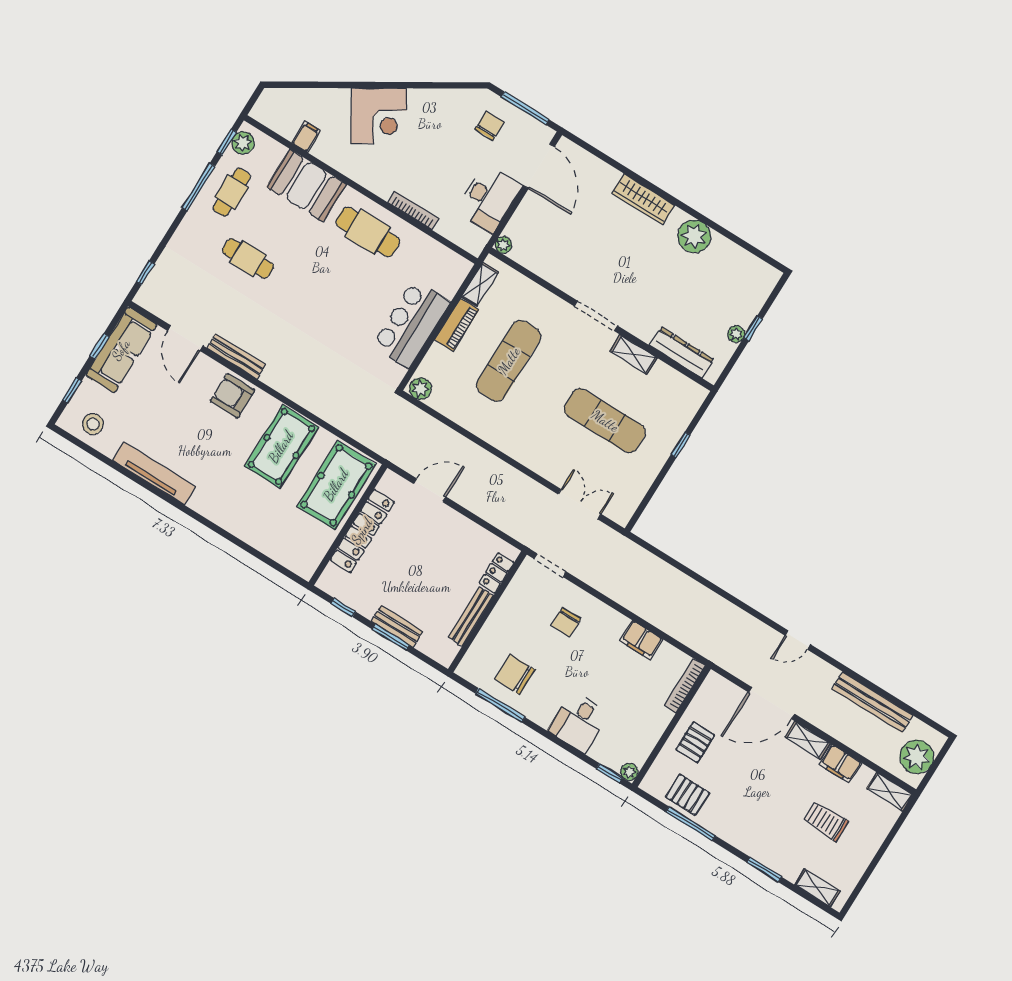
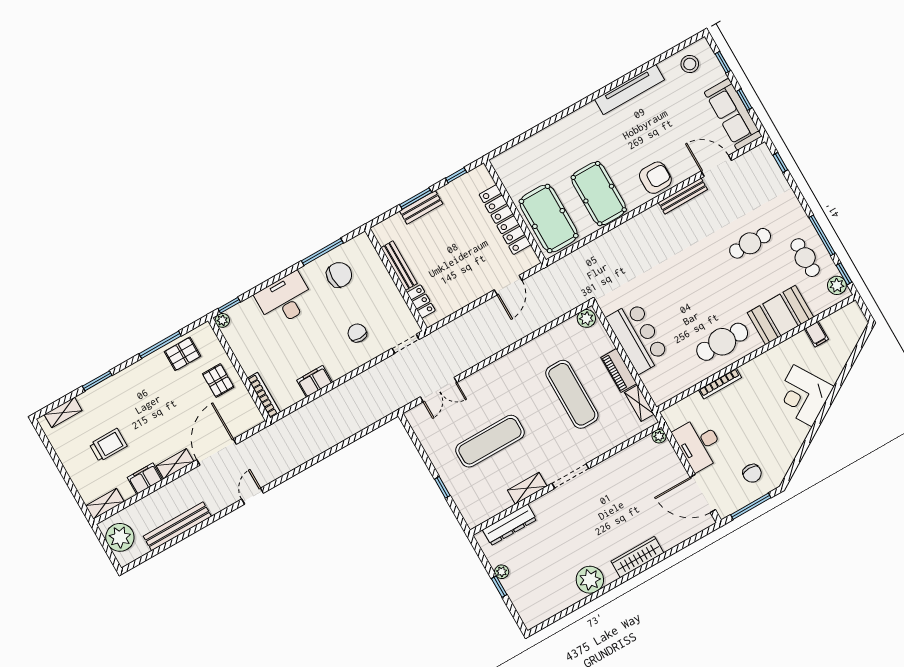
desk: (579, 722) -> (285, 299), width x1.37

